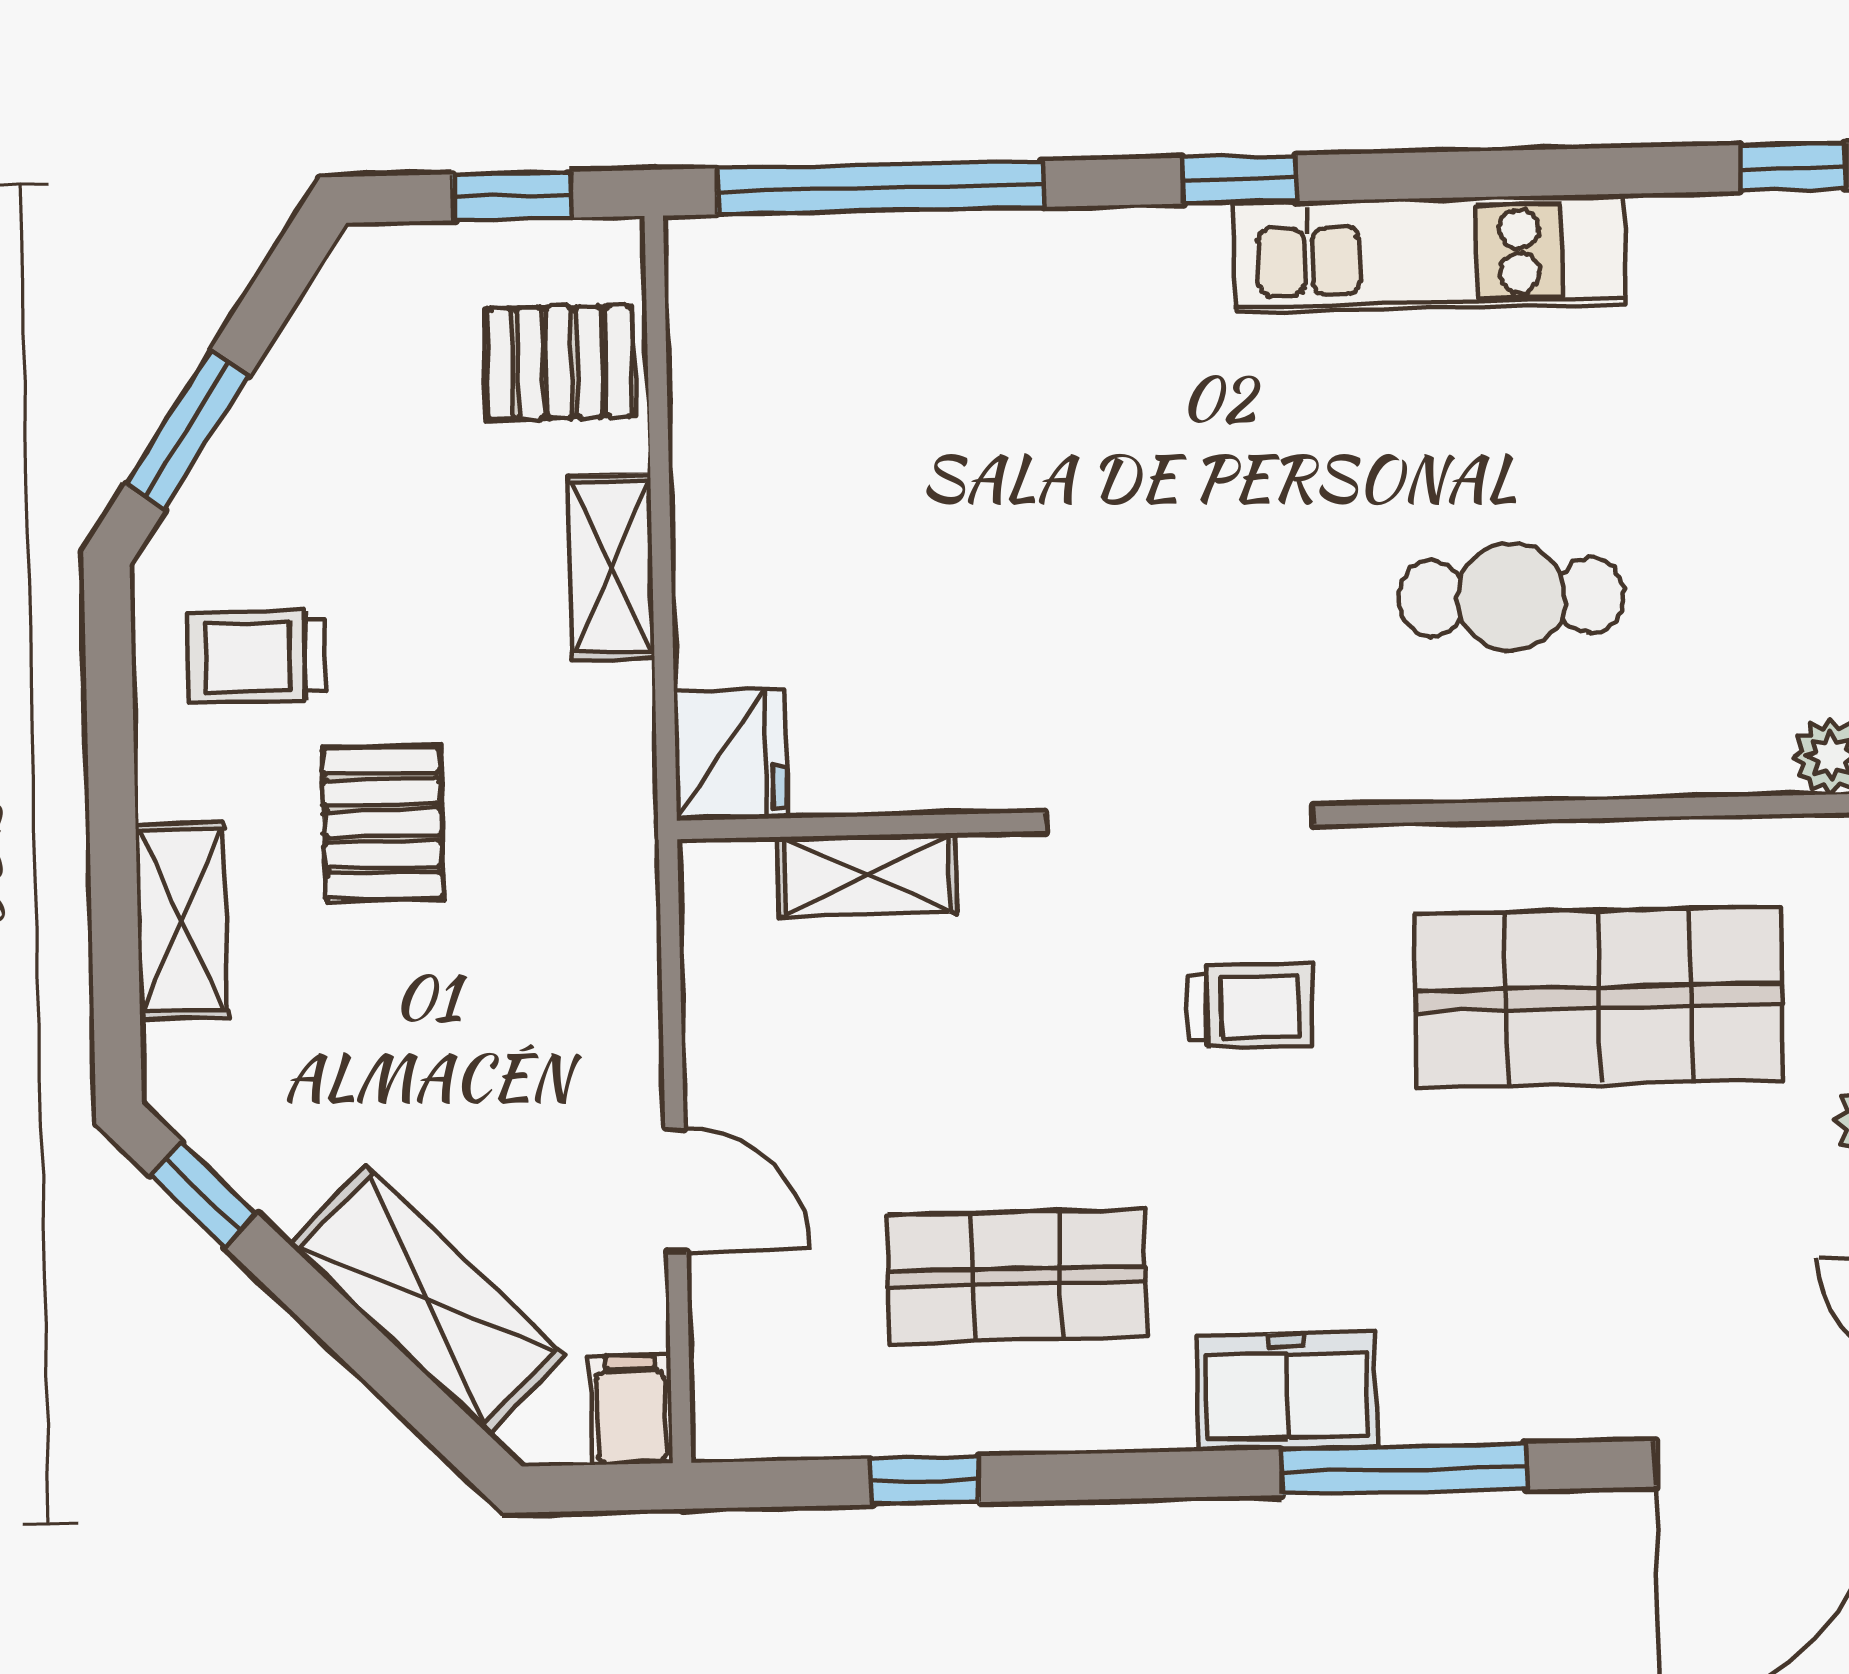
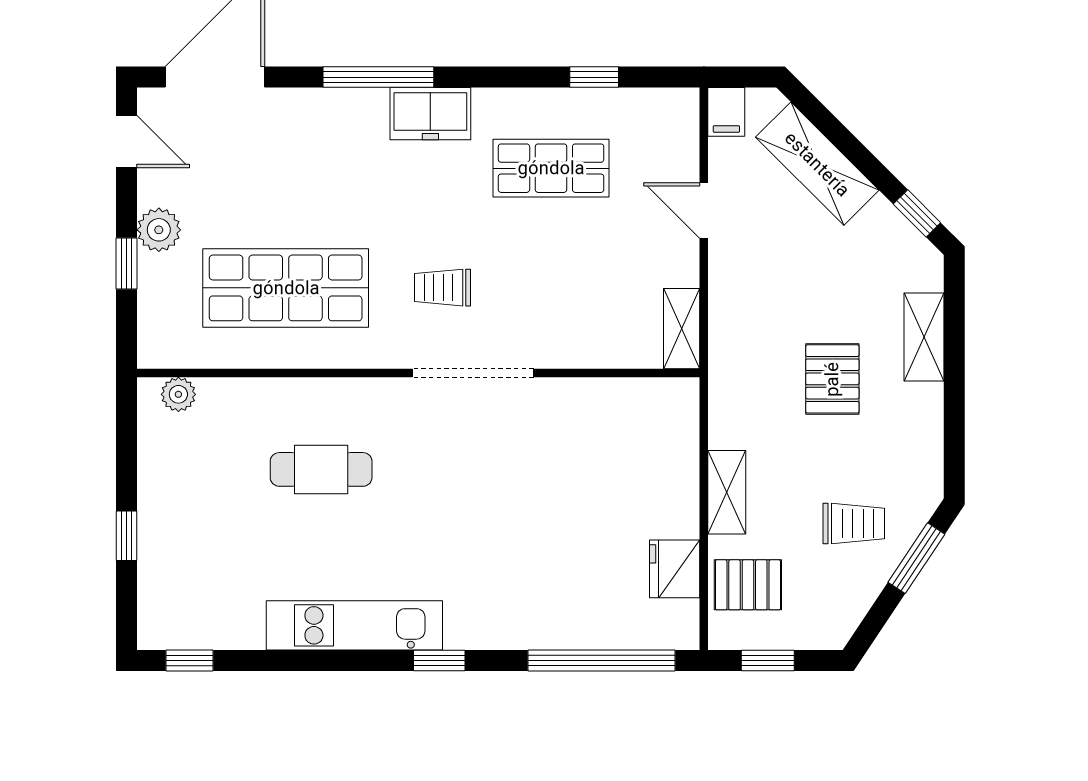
trolley: (256, 657) -> (854, 524), moved
fridge: (731, 755) -> (675, 569), moved
shelving: (867, 875) -> (682, 329), moved, turned 90

